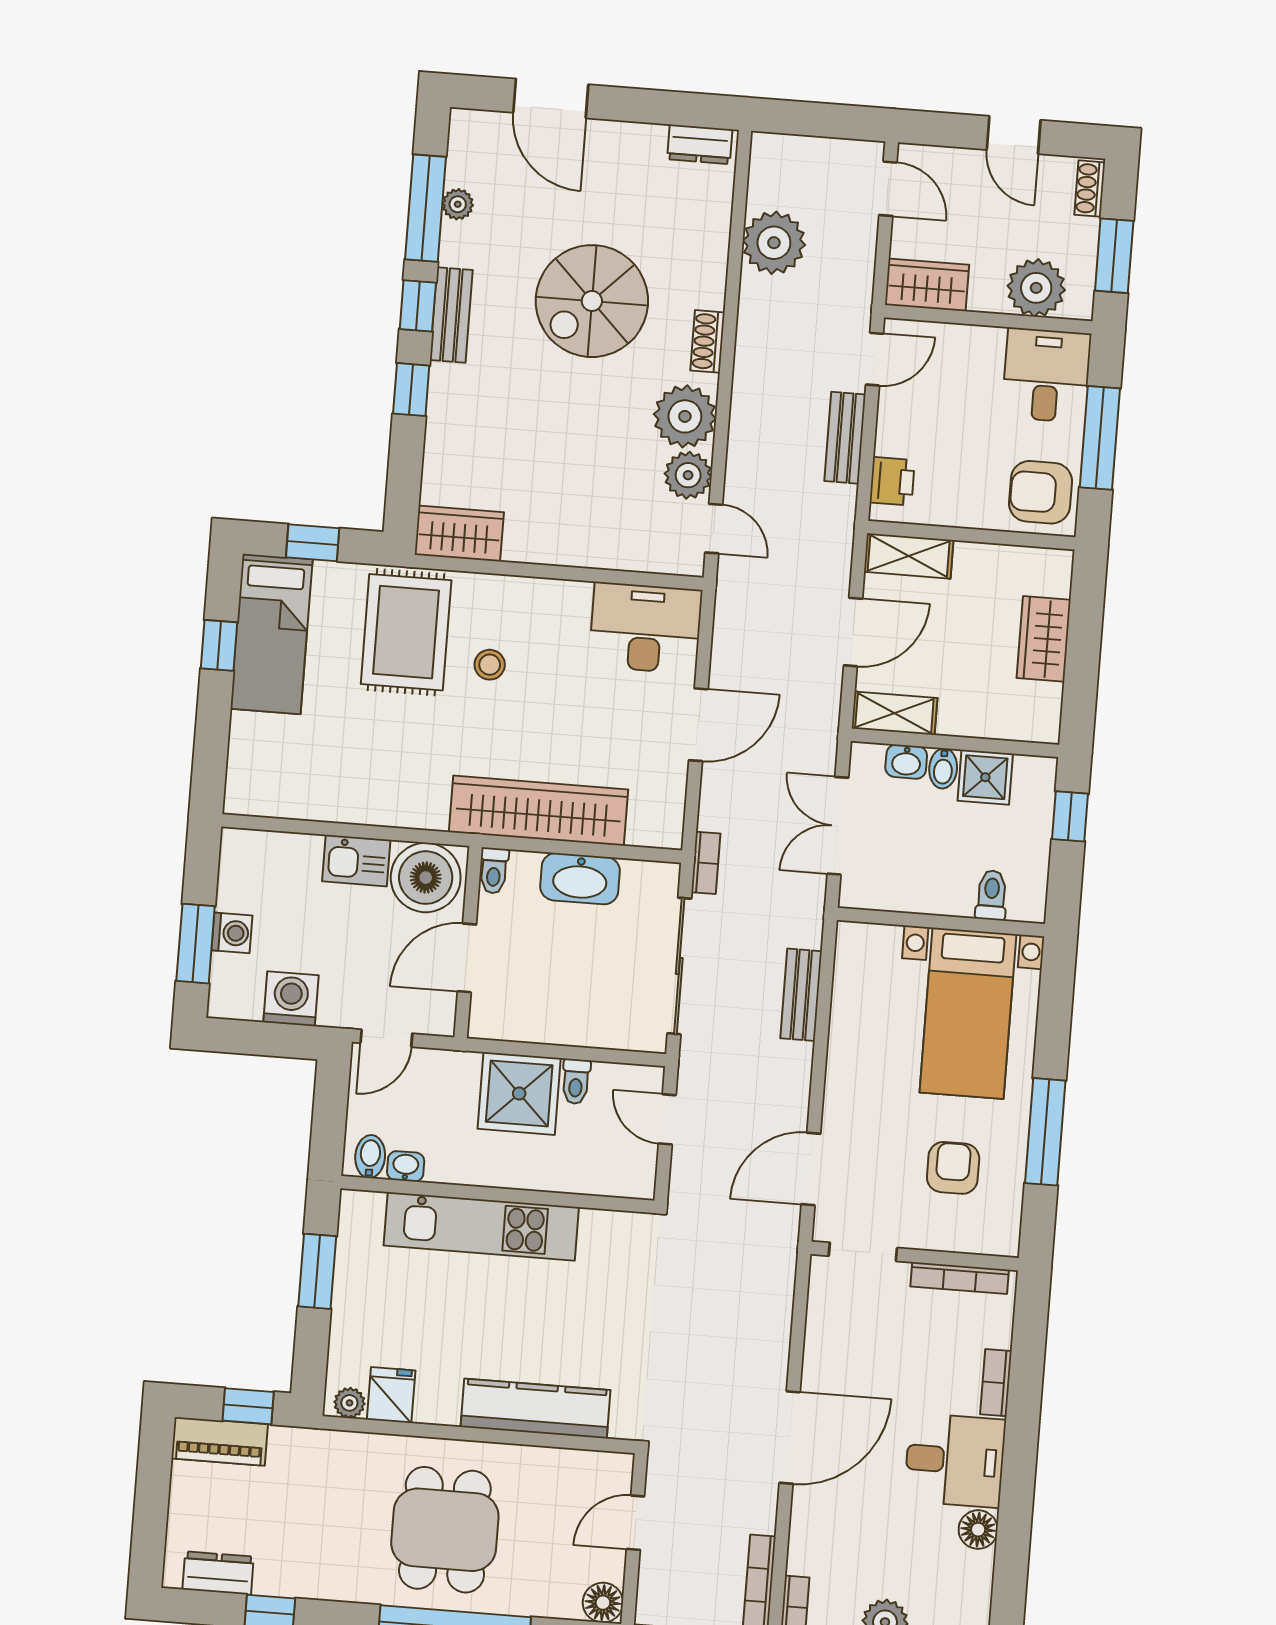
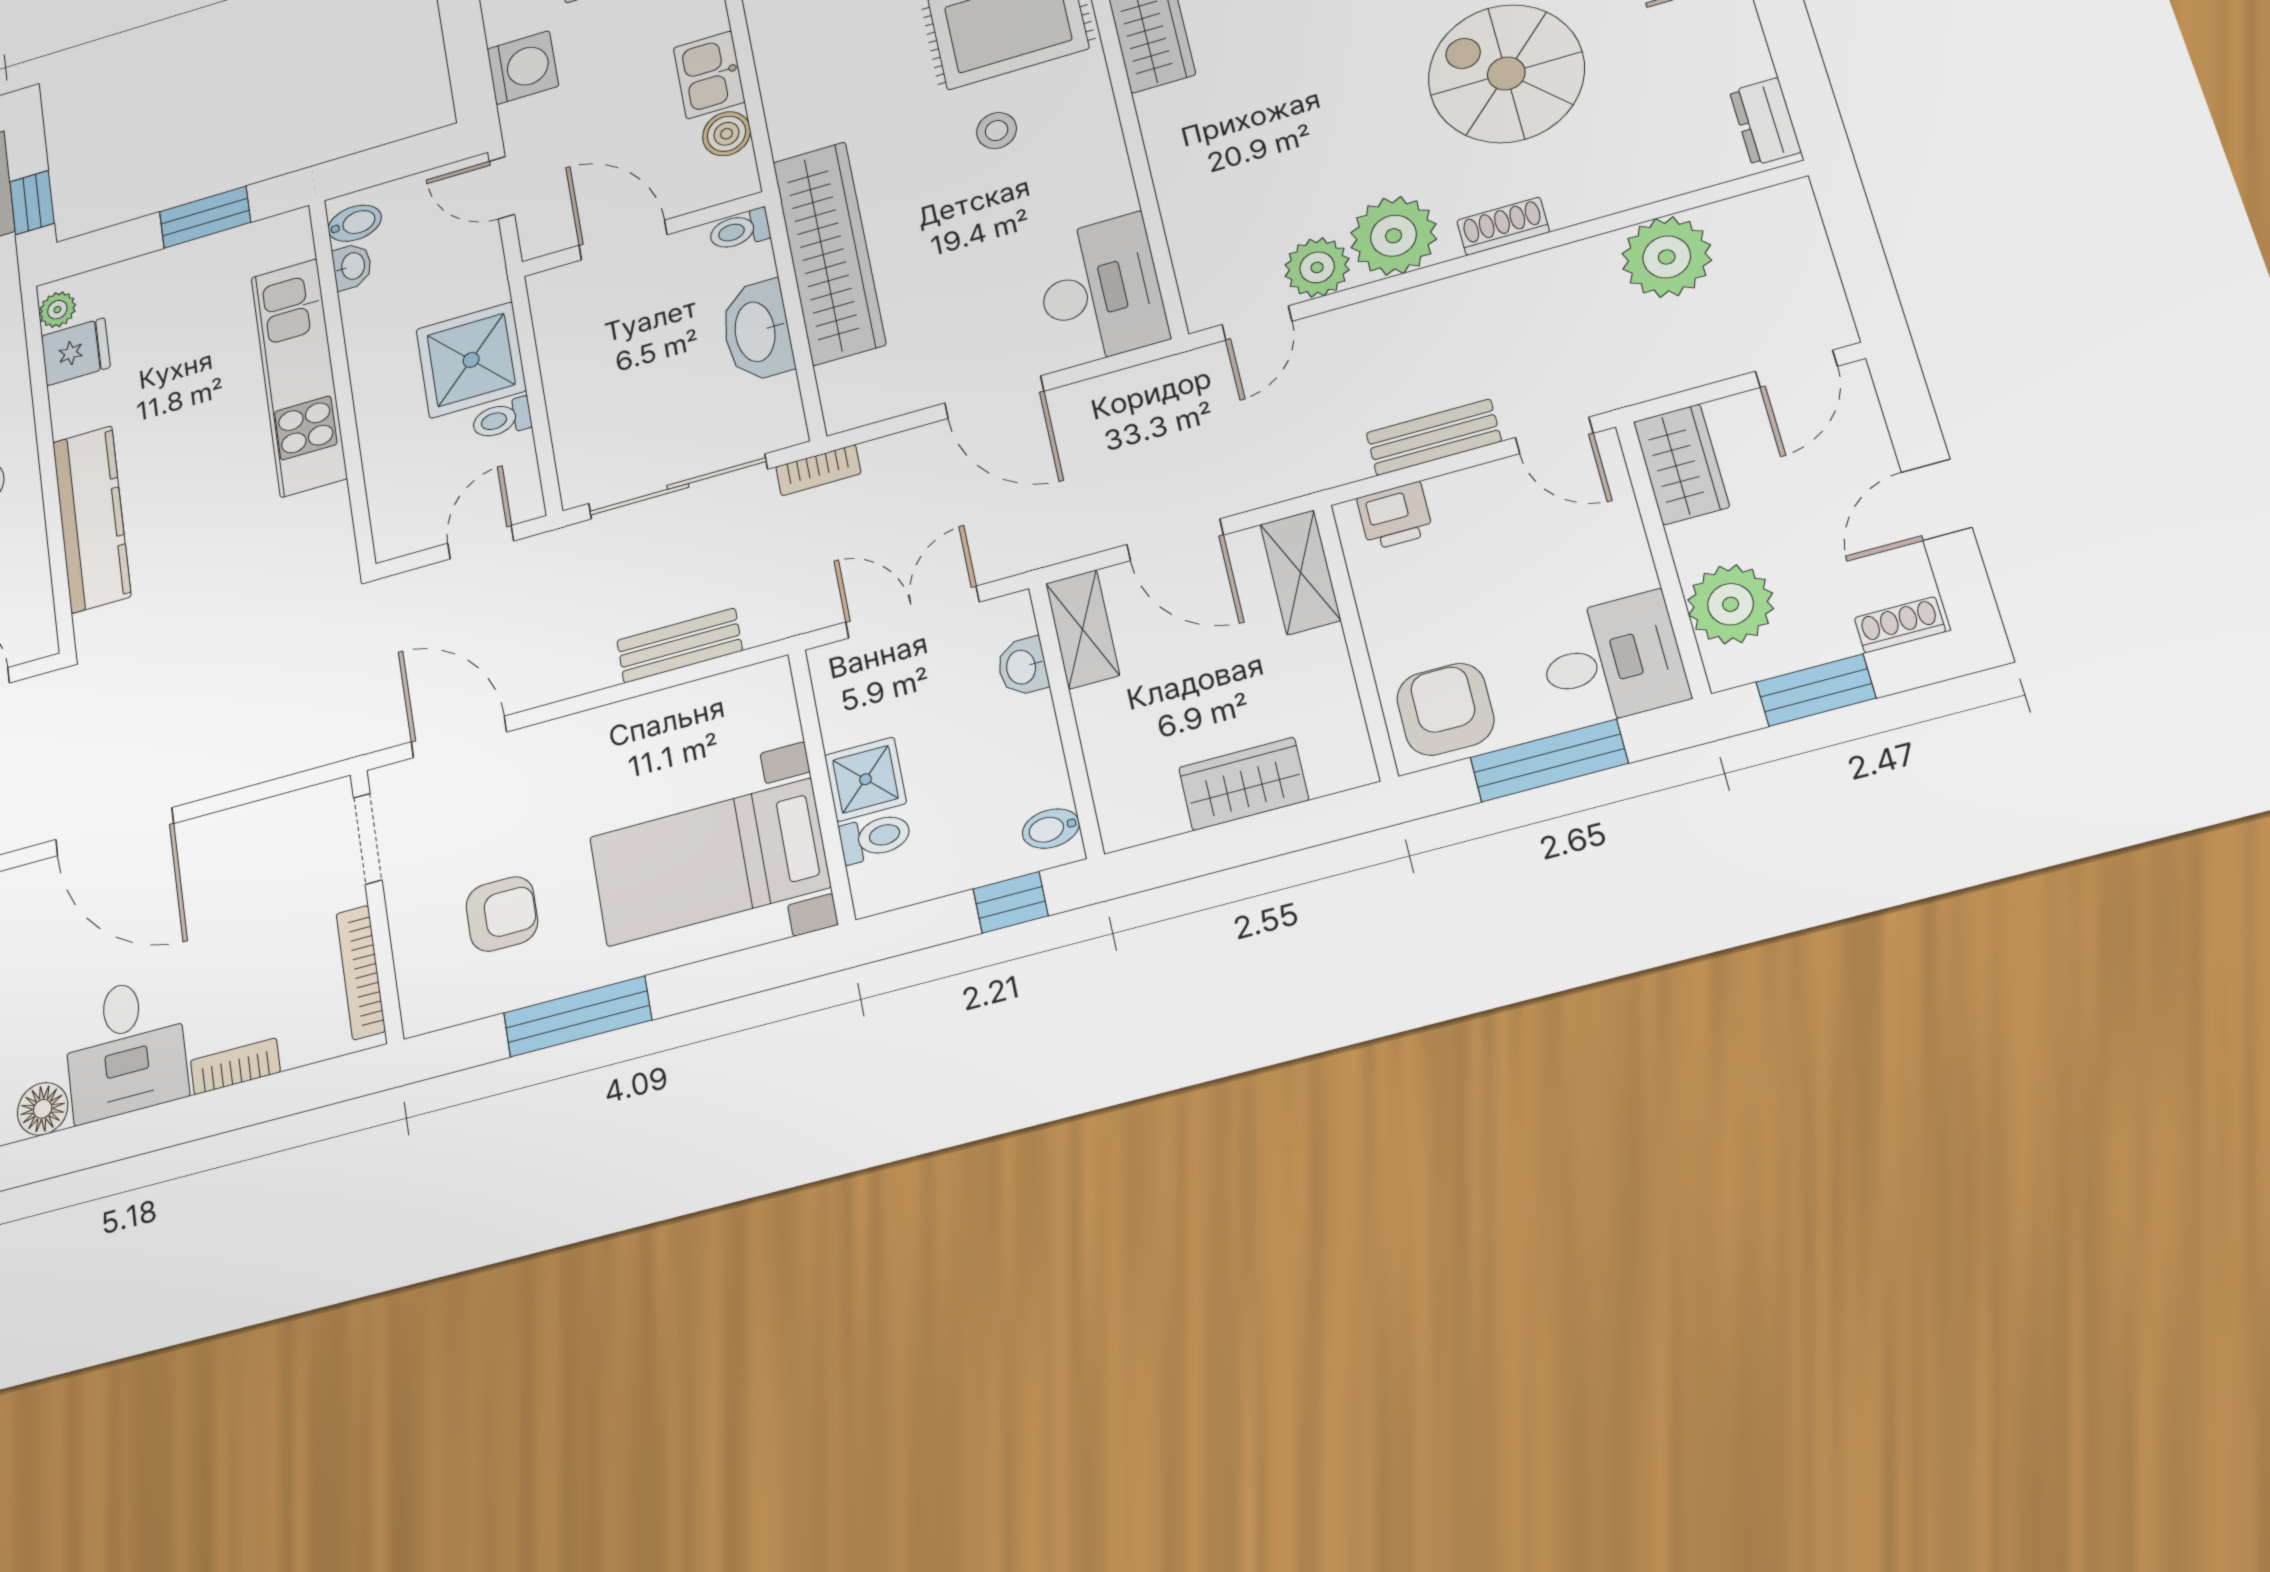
bidet: (943, 768) -> (1051, 829), moved
shower: (985, 777) -> (865, 779), moved
boiler: (426, 878) -> (726, 134), width x0.54, depth x0.54

